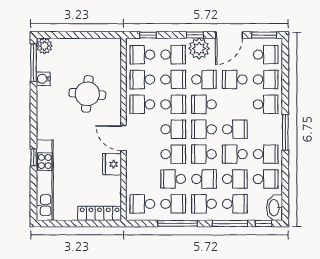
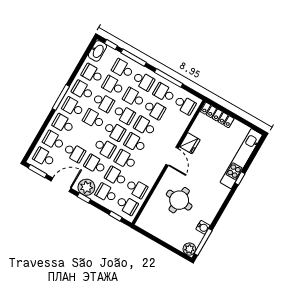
school desk: (142, 104) -> (73, 107), moved, turned 180

